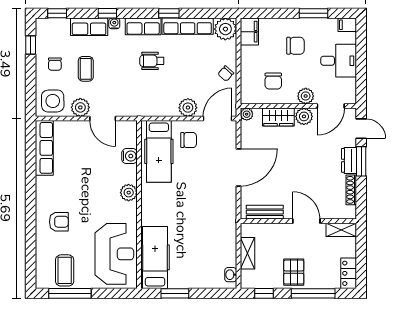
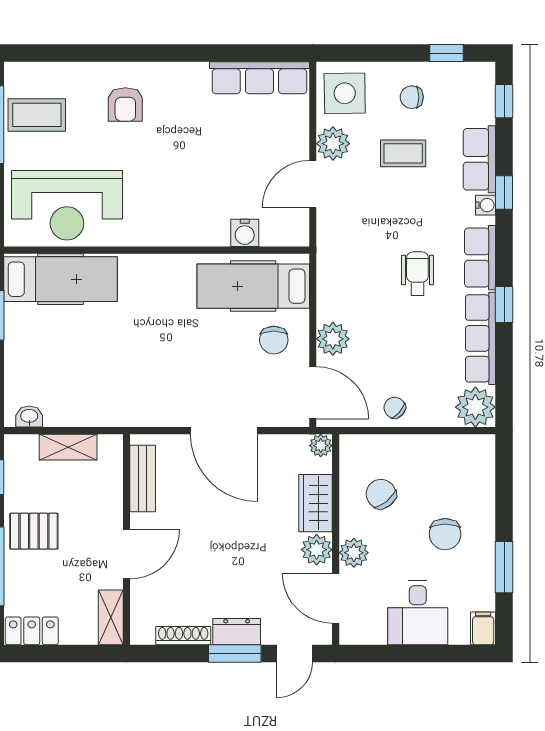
filing cabinet: (249, 32) -> (471, 451), removed
chair: (273, 81) -> (381, 494), turned 51
plant: (129, 193) -> (178, 231), removed

